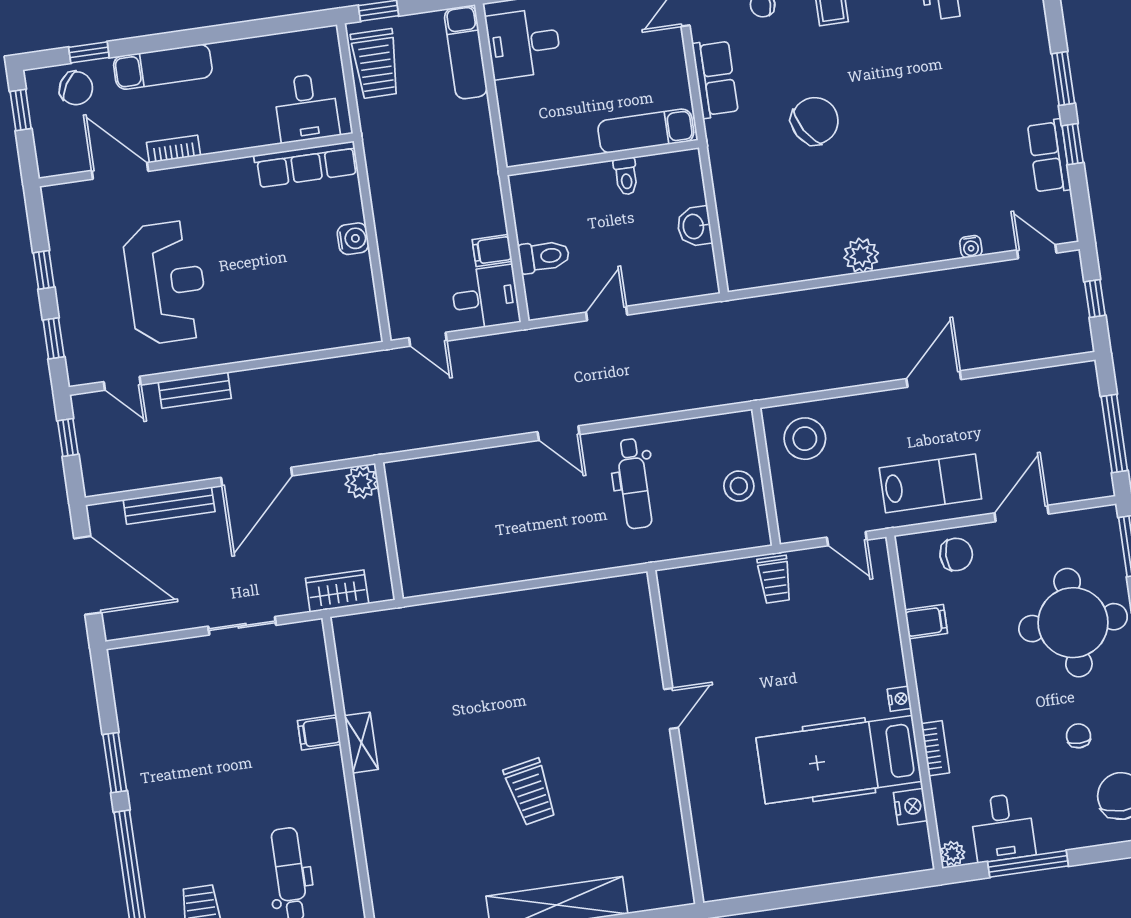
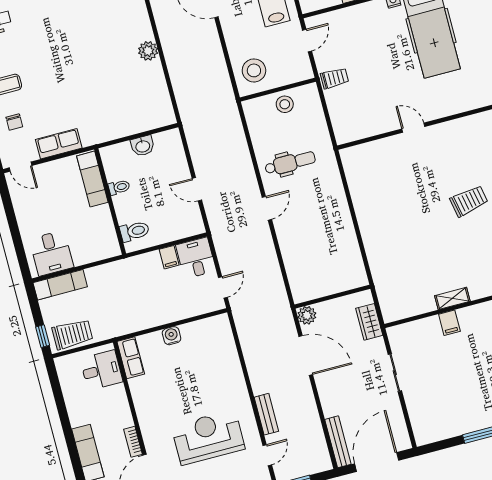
chair: (815, 121) -> (76, 85), removed
row of seats: (306, 164) -> (131, 358), width x0.68
toilet: (544, 256) -> (135, 231), moved, turned 90
door: (257, 477) -> (306, 355), moved
bench: (169, 506) -> (338, 442), moved

